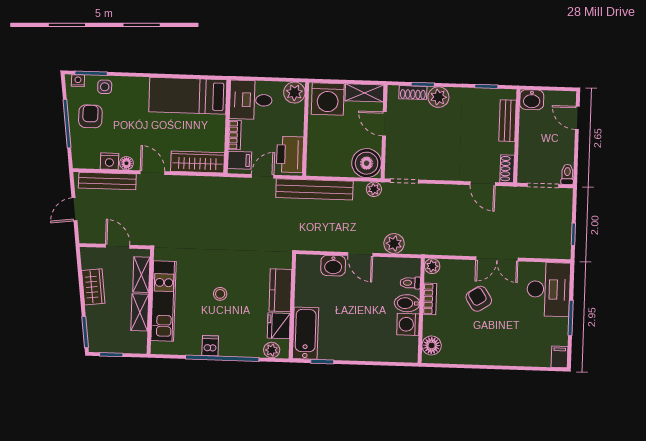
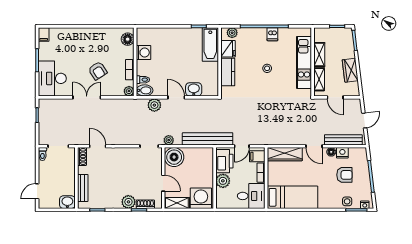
plant: (294, 93) -> (223, 181), moved
armchair: (90, 116) -> (344, 175), moved, turned -90
door: (577, 118) -> (37, 191), swing flipped
bidet: (407, 303) -> (145, 90), moved

